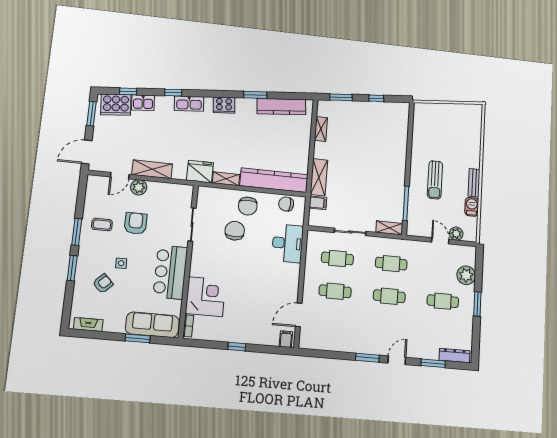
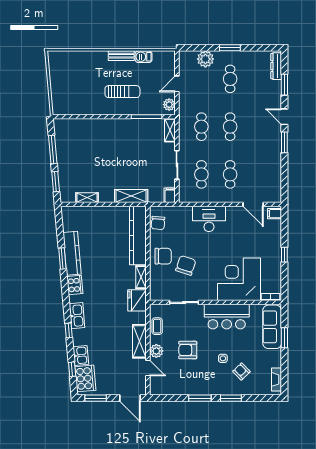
window: (376, 98) -> (53, 149), width x2.17
kitchen counter: (281, 107) -> (72, 253), moved
filing cabinet: (318, 203) -> (170, 195), moved
coffee table: (102, 225) -> (157, 326), moved
chair: (235, 231) -> (186, 265), turned 108
plant: (456, 234) -> (169, 105), moved
desk: (288, 243) -> (209, 219), moved
corner desk: (206, 297) -> (239, 279), width x1.36, depth x1.36

